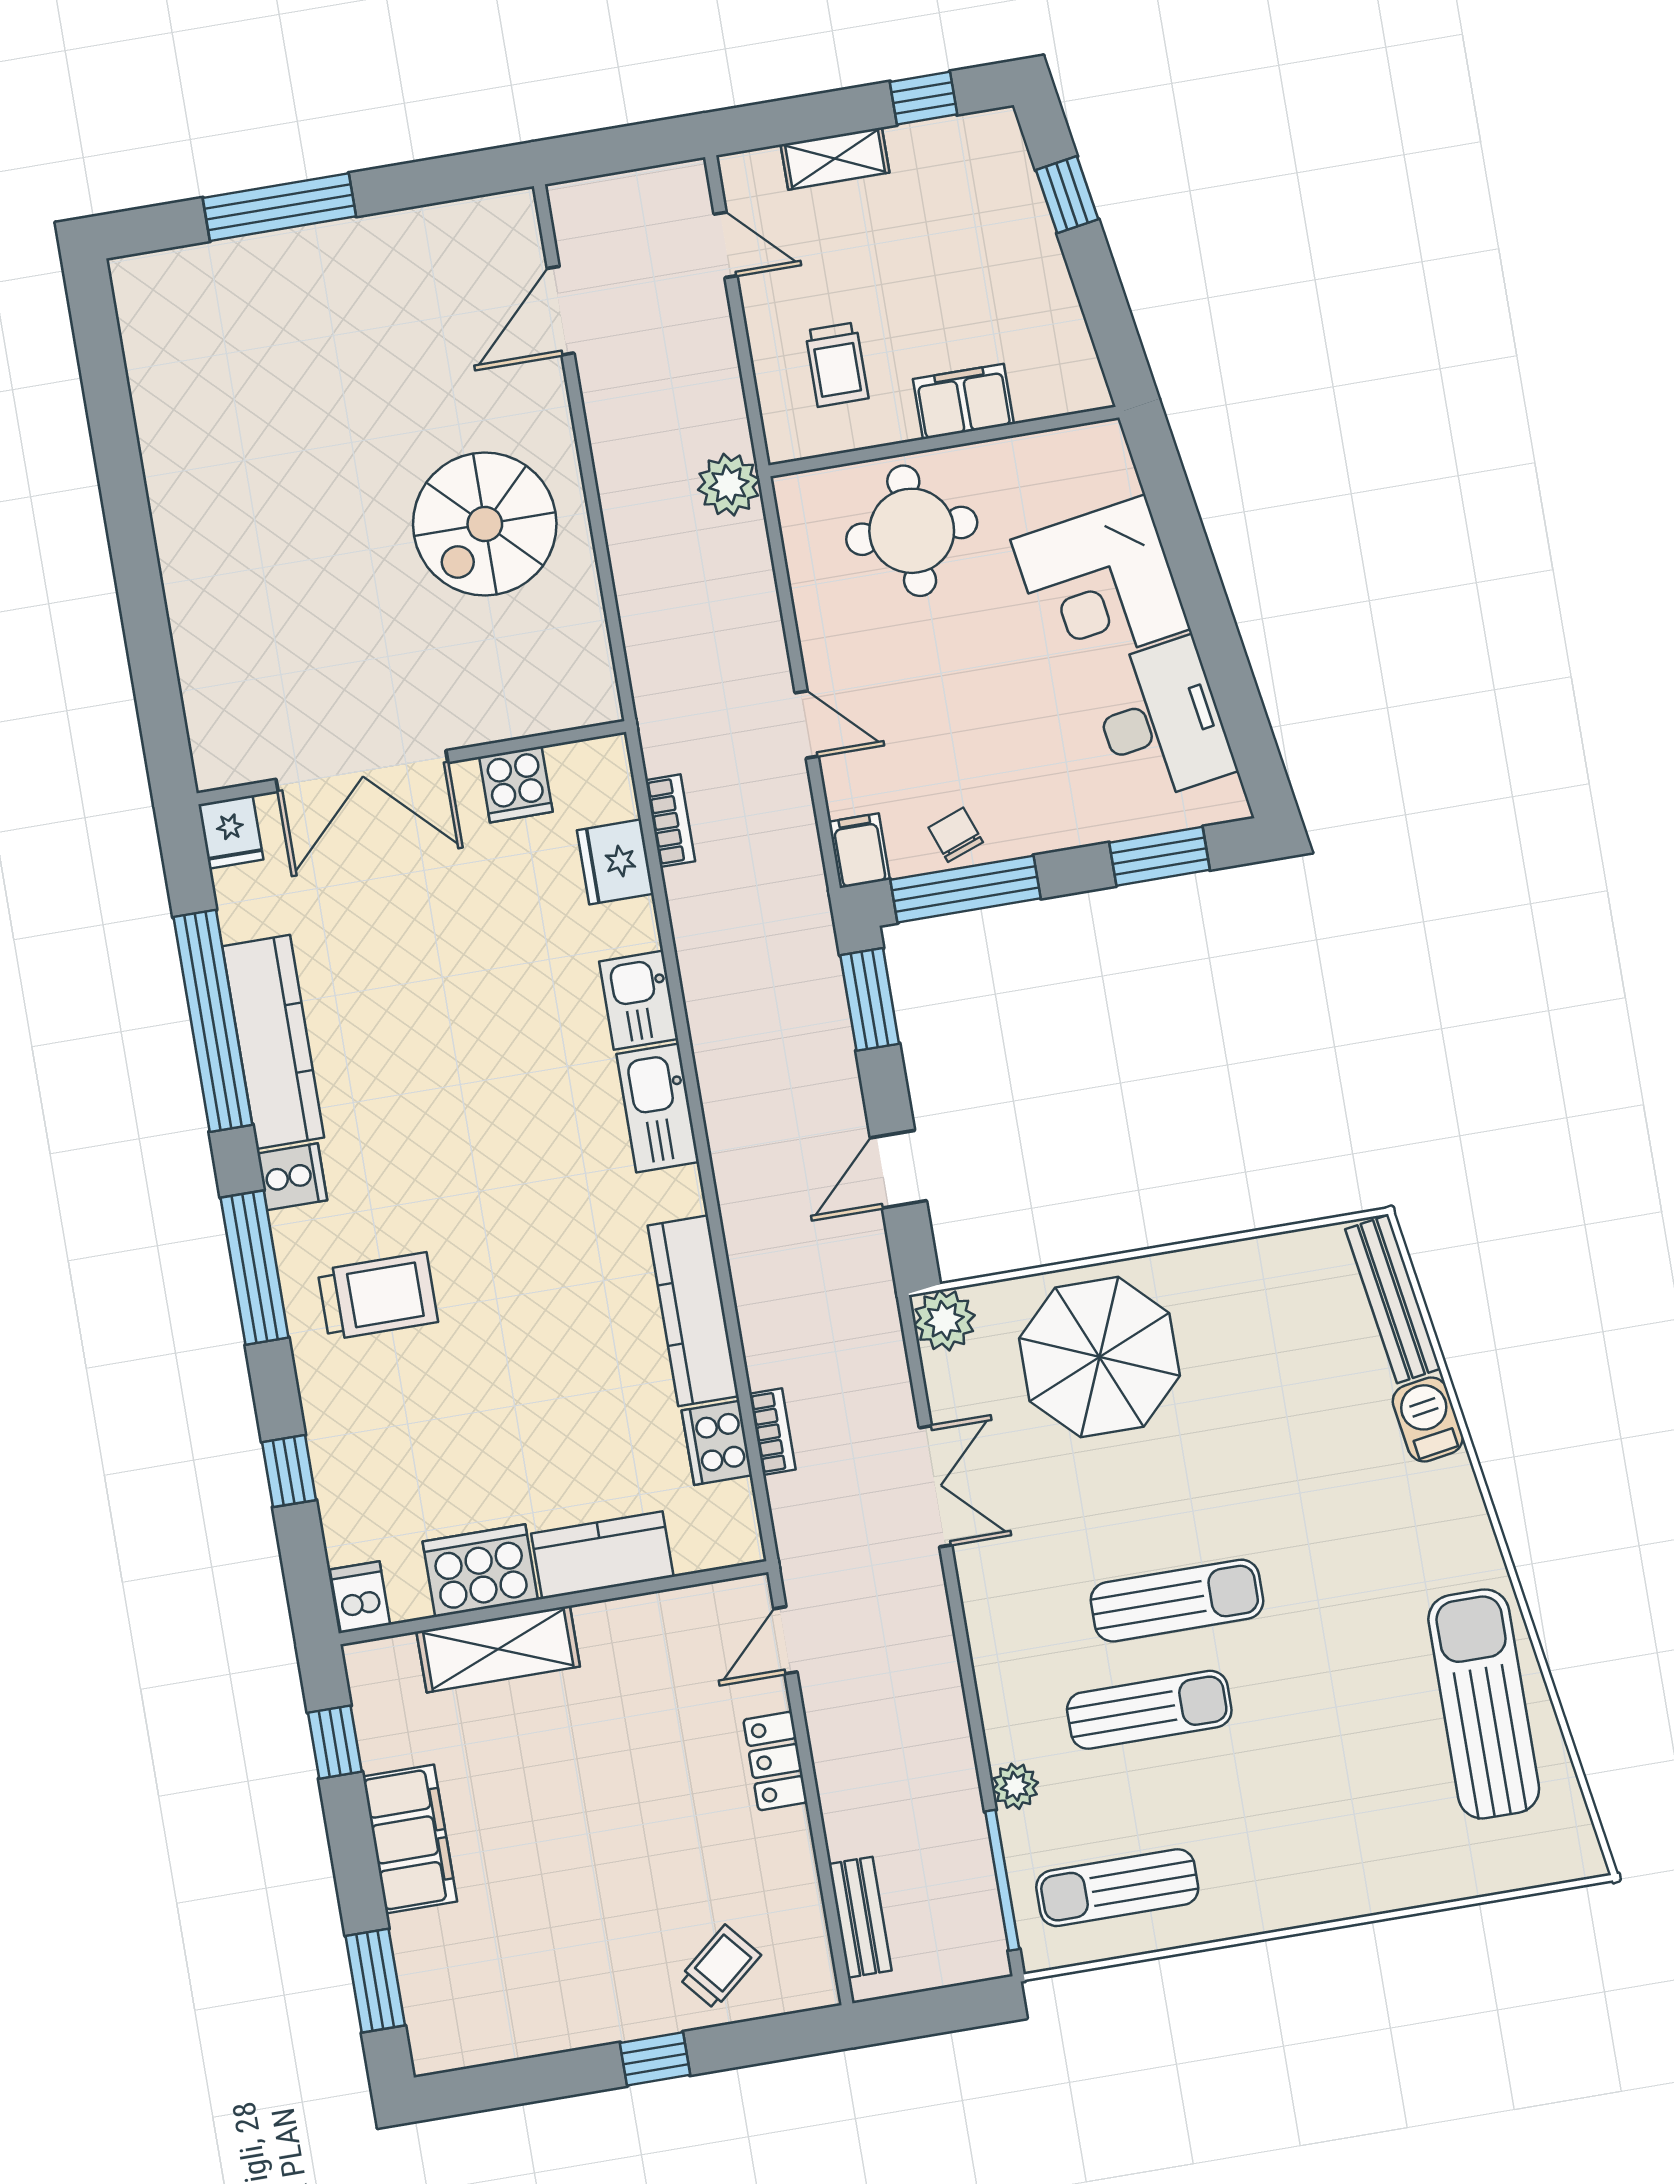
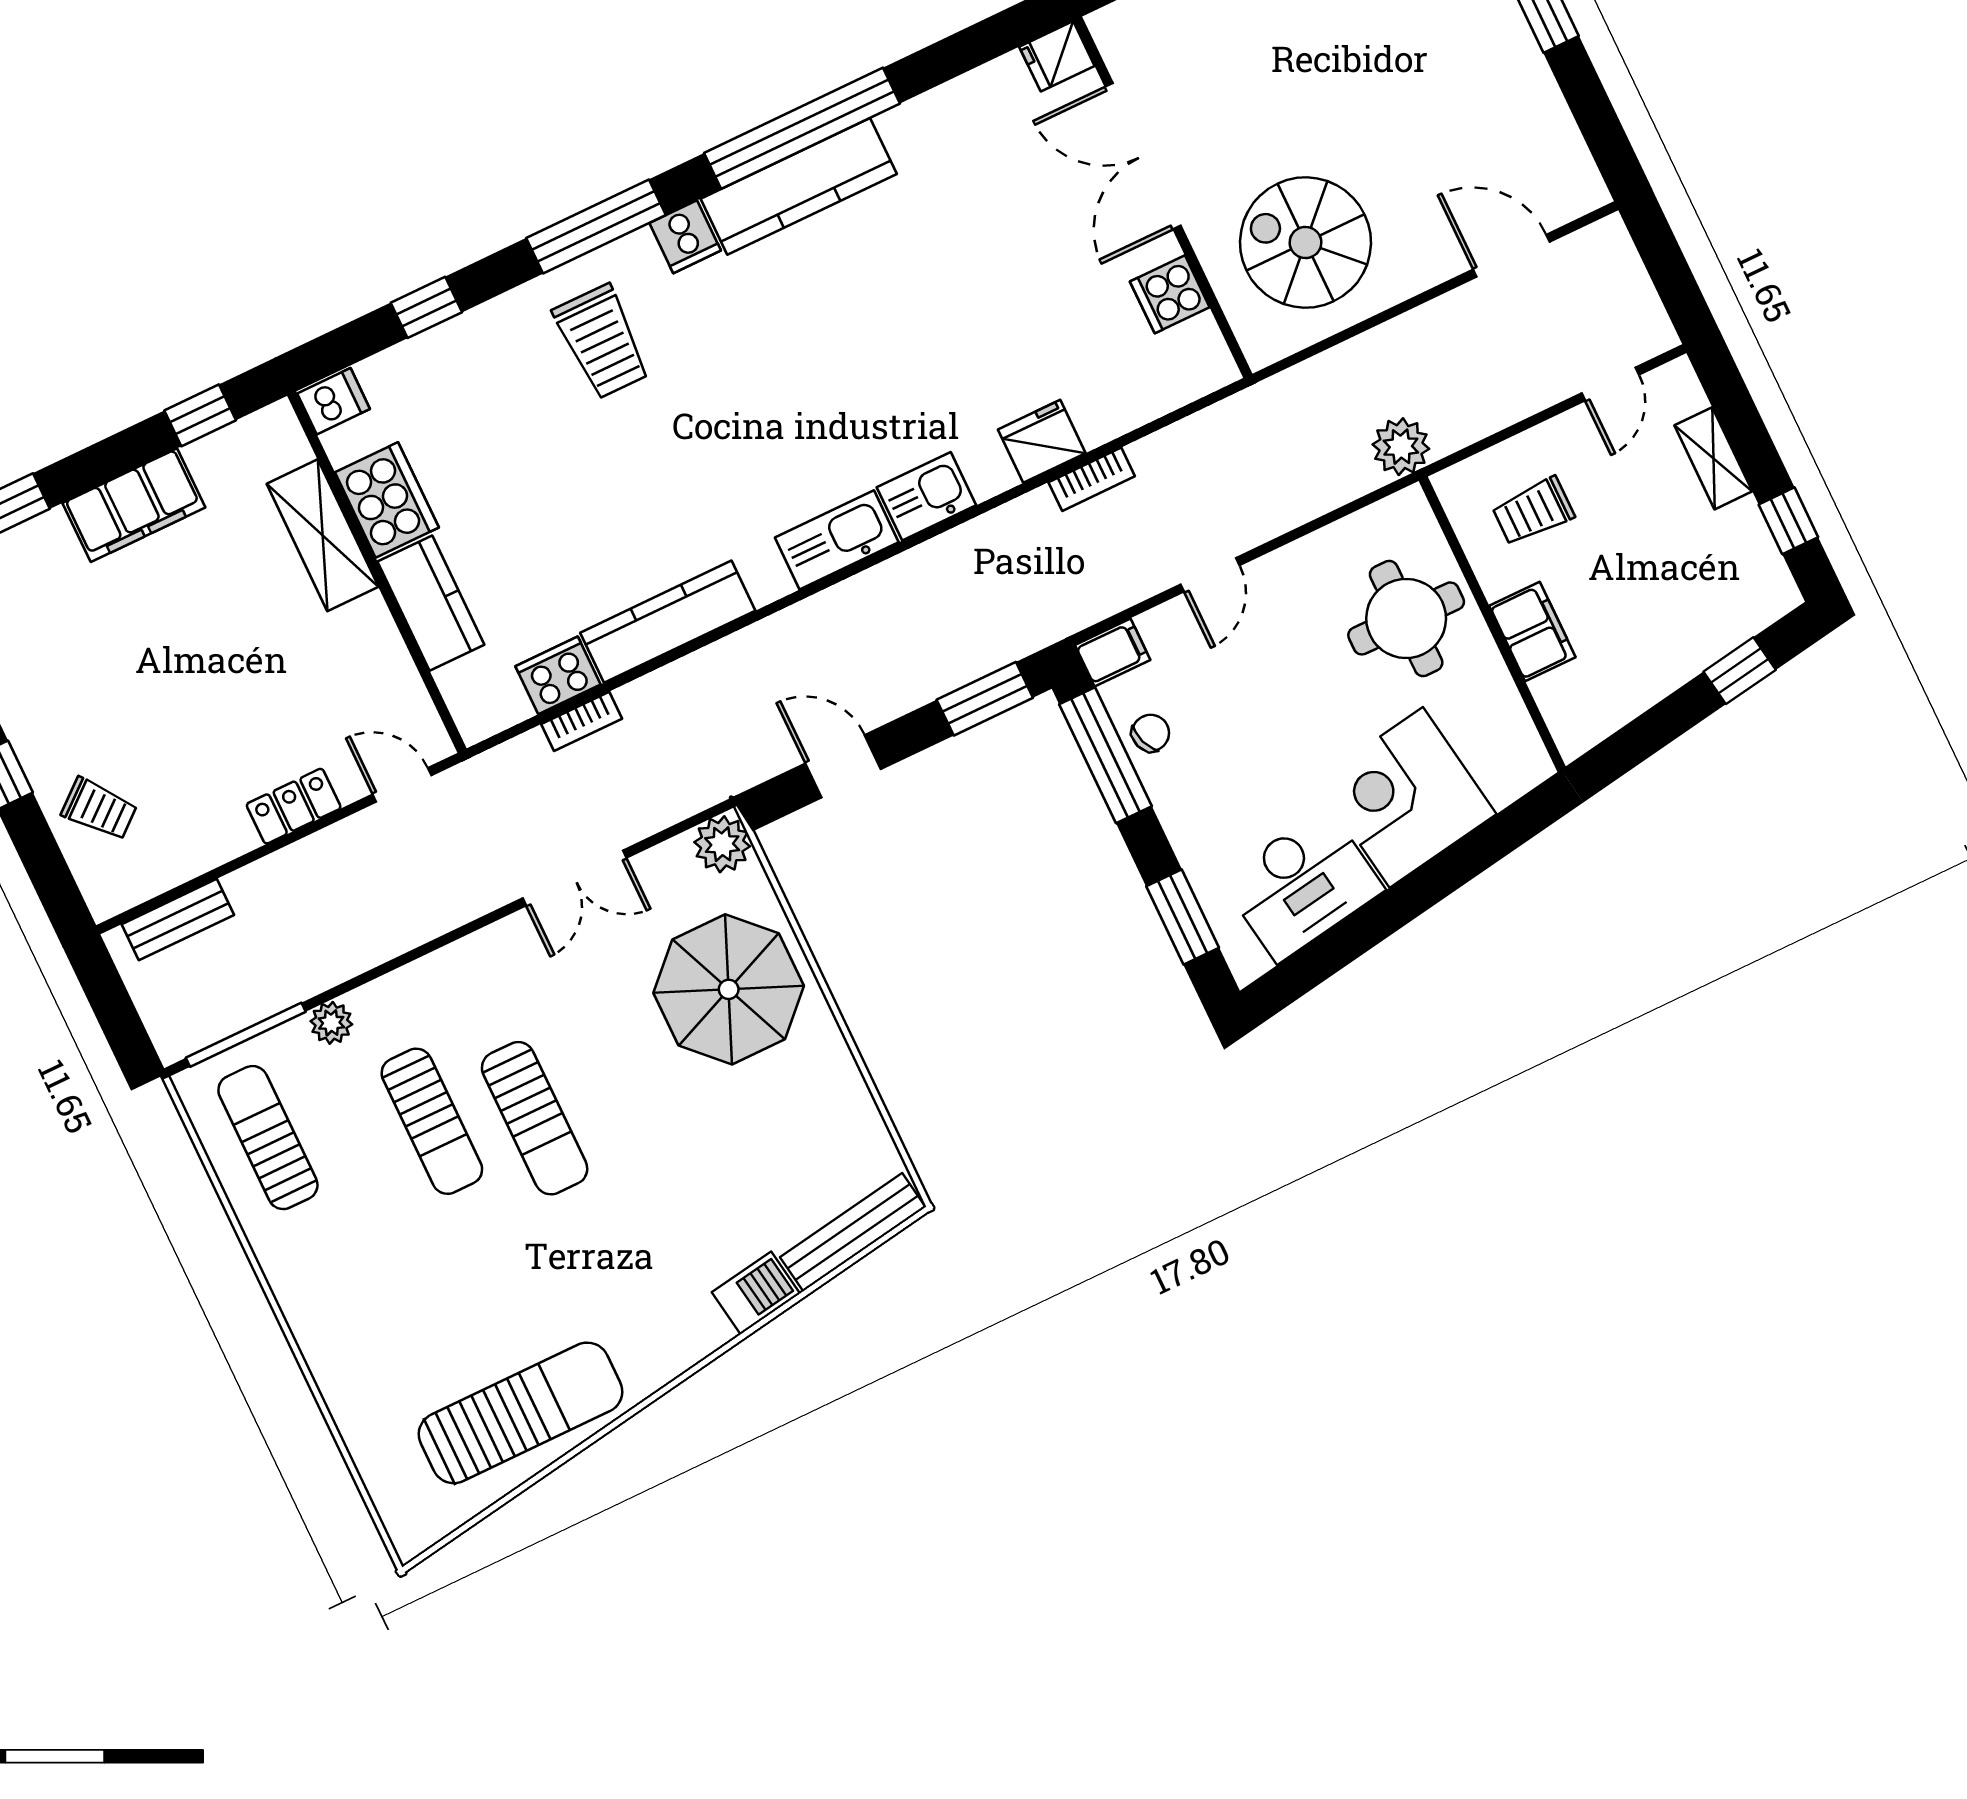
wall: (411, 763) -> (1163, 197), moved
double door: (362, 771) -> (1143, 156), moved
cooker: (516, 784) -> (1170, 294), moved
fridge: (231, 832) -> (1057, 56), moved

